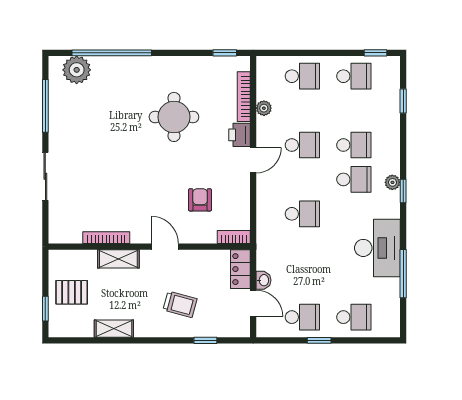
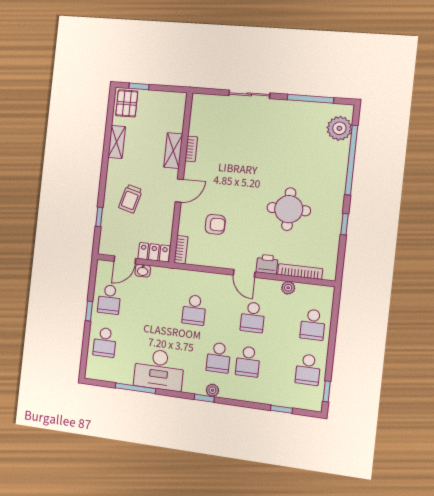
window: (225, 53) -> (344, 224), moved
bookcase: (106, 238) -> (191, 149), width x0.64
pallet: (72, 292) -> (127, 103), moved

